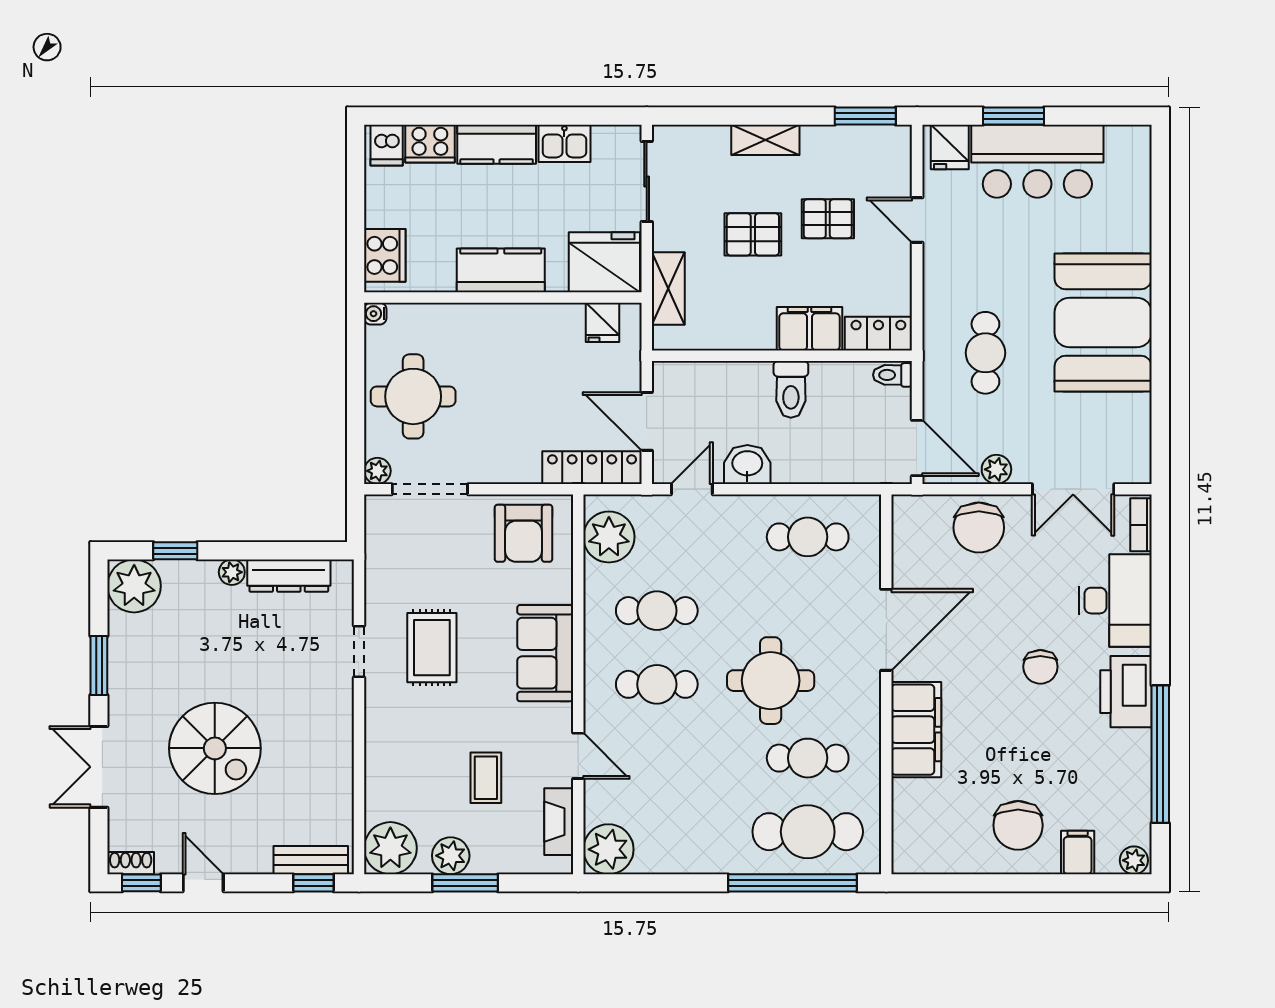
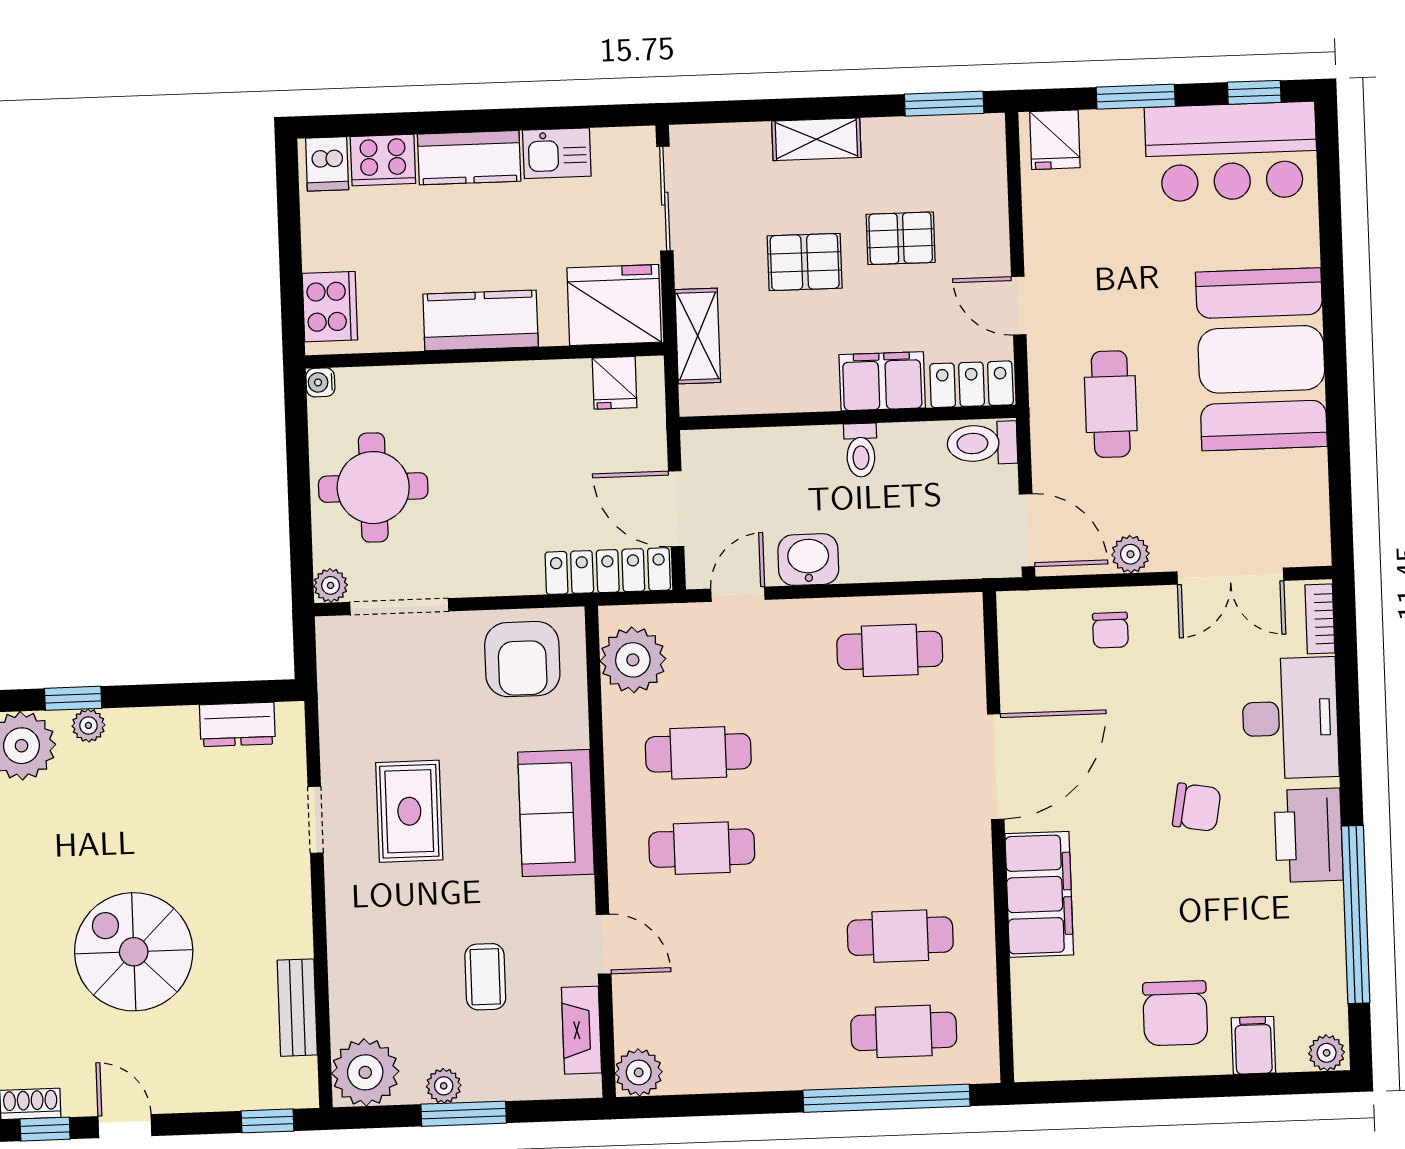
window: (1105, 116) -> (1254, 92), added
bar counter: (1037, 161) -> (1231, 152), moved
door: (917, 220) -> (1019, 306), moved
toilet: (893, 375) -> (982, 443), width x1.37, depth x1.39
toilet: (791, 389) -> (861, 450), width x0.73, depth x0.72
chair: (979, 528) -> (1110, 630), width x0.54, depth x0.54
plant: (232, 572) -> (88, 725), moved
dresser: (289, 576) -> (237, 724), width x0.70
chair: (1040, 667) -> (1197, 807), turned -80
round table: (771, 681) -> (849, 838), removed
spiral stairs: (215, 748) -> (134, 952), turned 180
cafe table: (808, 832) -> (904, 1031), width x0.73, depth x0.74
plant: (608, 849) -> (639, 1072), width x0.73, depth x0.73
plant: (451, 856) -> (444, 1086), width x0.73, depth x0.73
bench: (311, 860) -> (297, 1008), moved, turned 90

